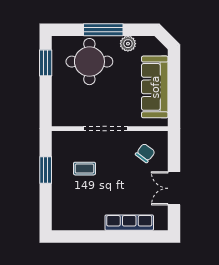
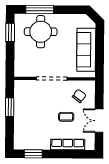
window: (103, 30) -> (40, 9), moved
plant: (128, 44) -> (68, 19), removed
coffee table: (84, 169) -> (66, 117), moved
window: (80, 236) -> (33, 154), added

